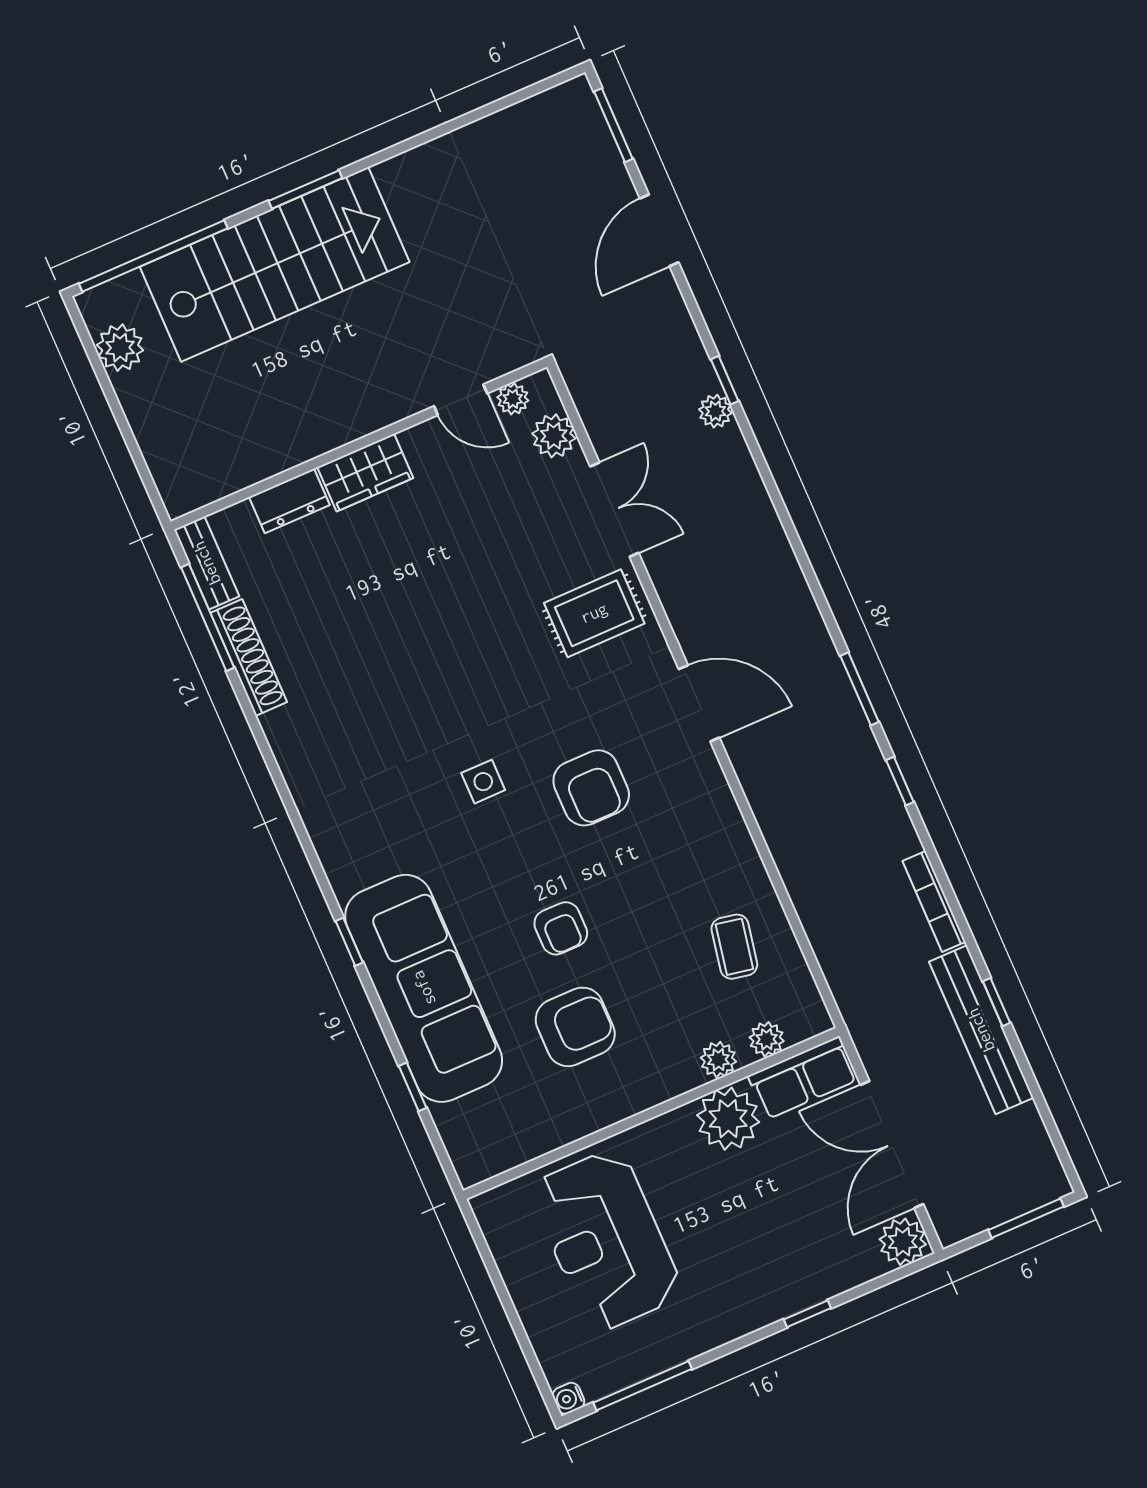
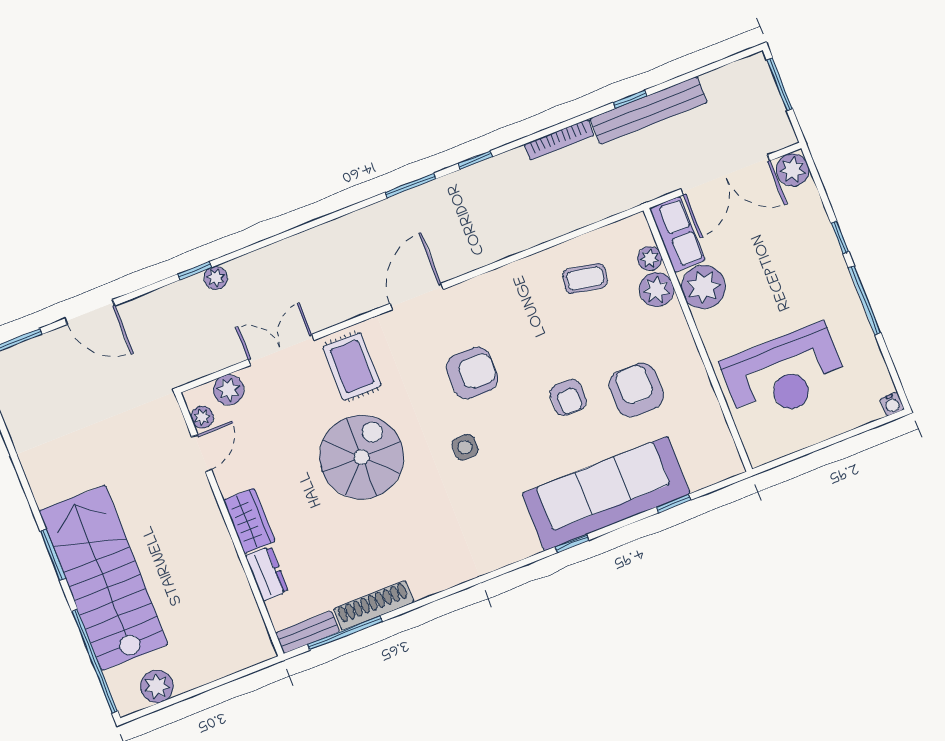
spiral stairs: (463, 632) -> (362, 457), added
armchair: (561, 928) -> (568, 397), turned 90
plant: (718, 1060) -> (656, 290), width x1.38, depth x1.38
window: (643, 1386) -> (865, 300), moved

